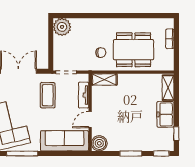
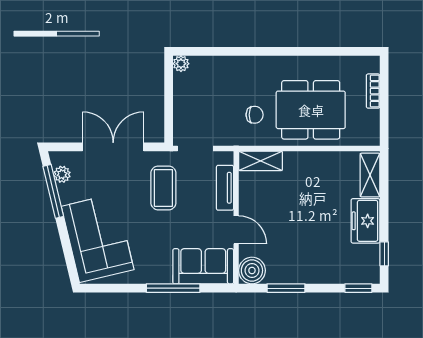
plant: (62, 27) -> (181, 64), width x0.53, depth x0.53
door: (90, 120) -> (236, 230), swing flipped
sofa: (65, 141) -> (203, 266), width x0.73
window: (22, 154) -> (173, 288), moved
window: (131, 154) -> (286, 288), moved

